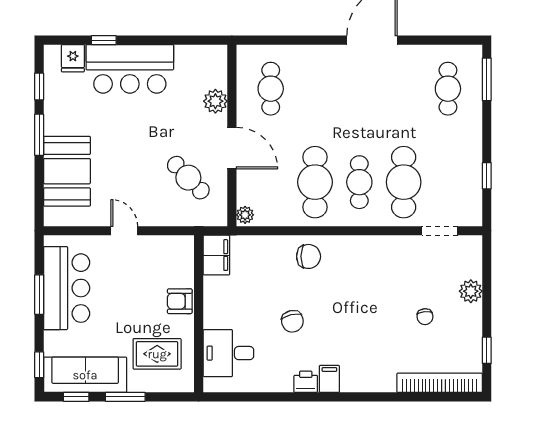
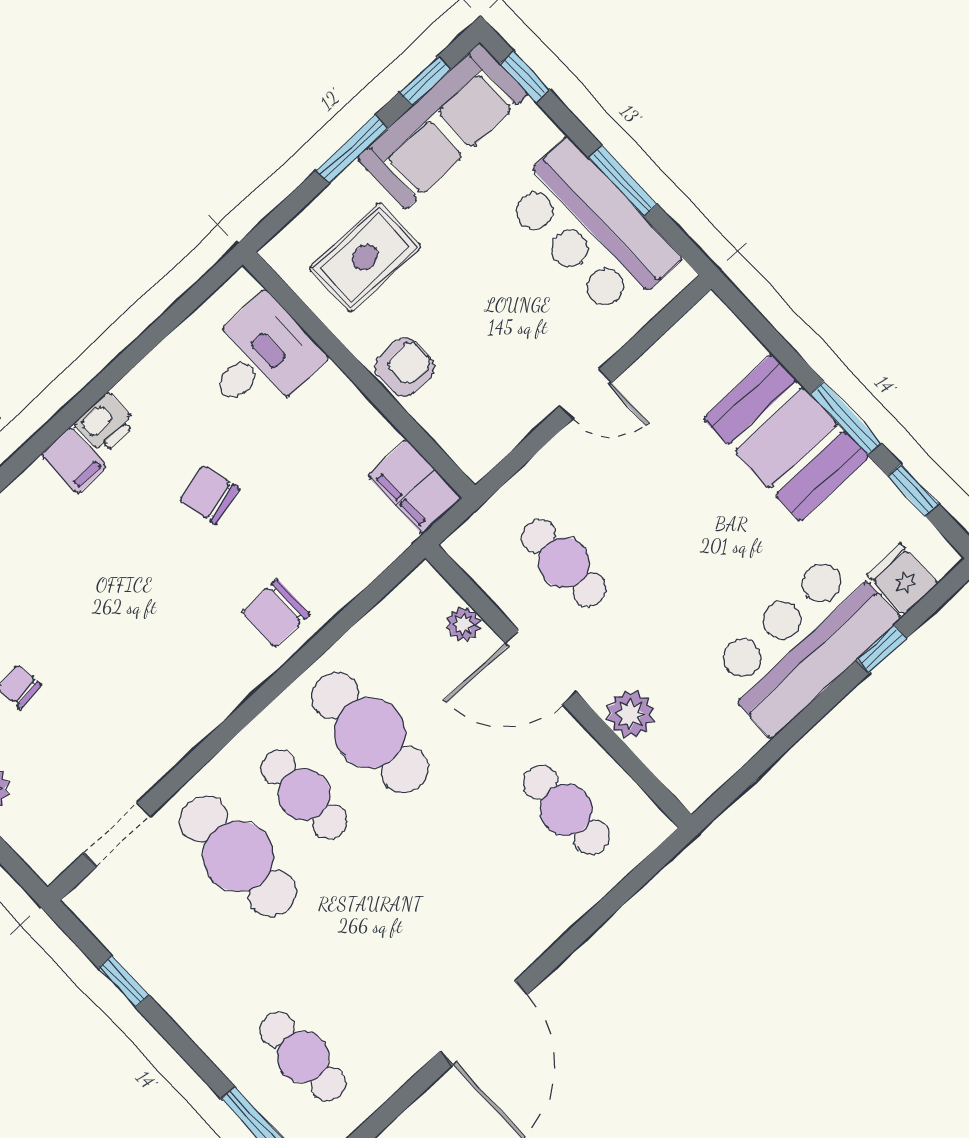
booth: (67, 171) -> (786, 438), moved
cafe table: (188, 178) -> (564, 563), turned 44
plant: (245, 215) -> (463, 624), moved

